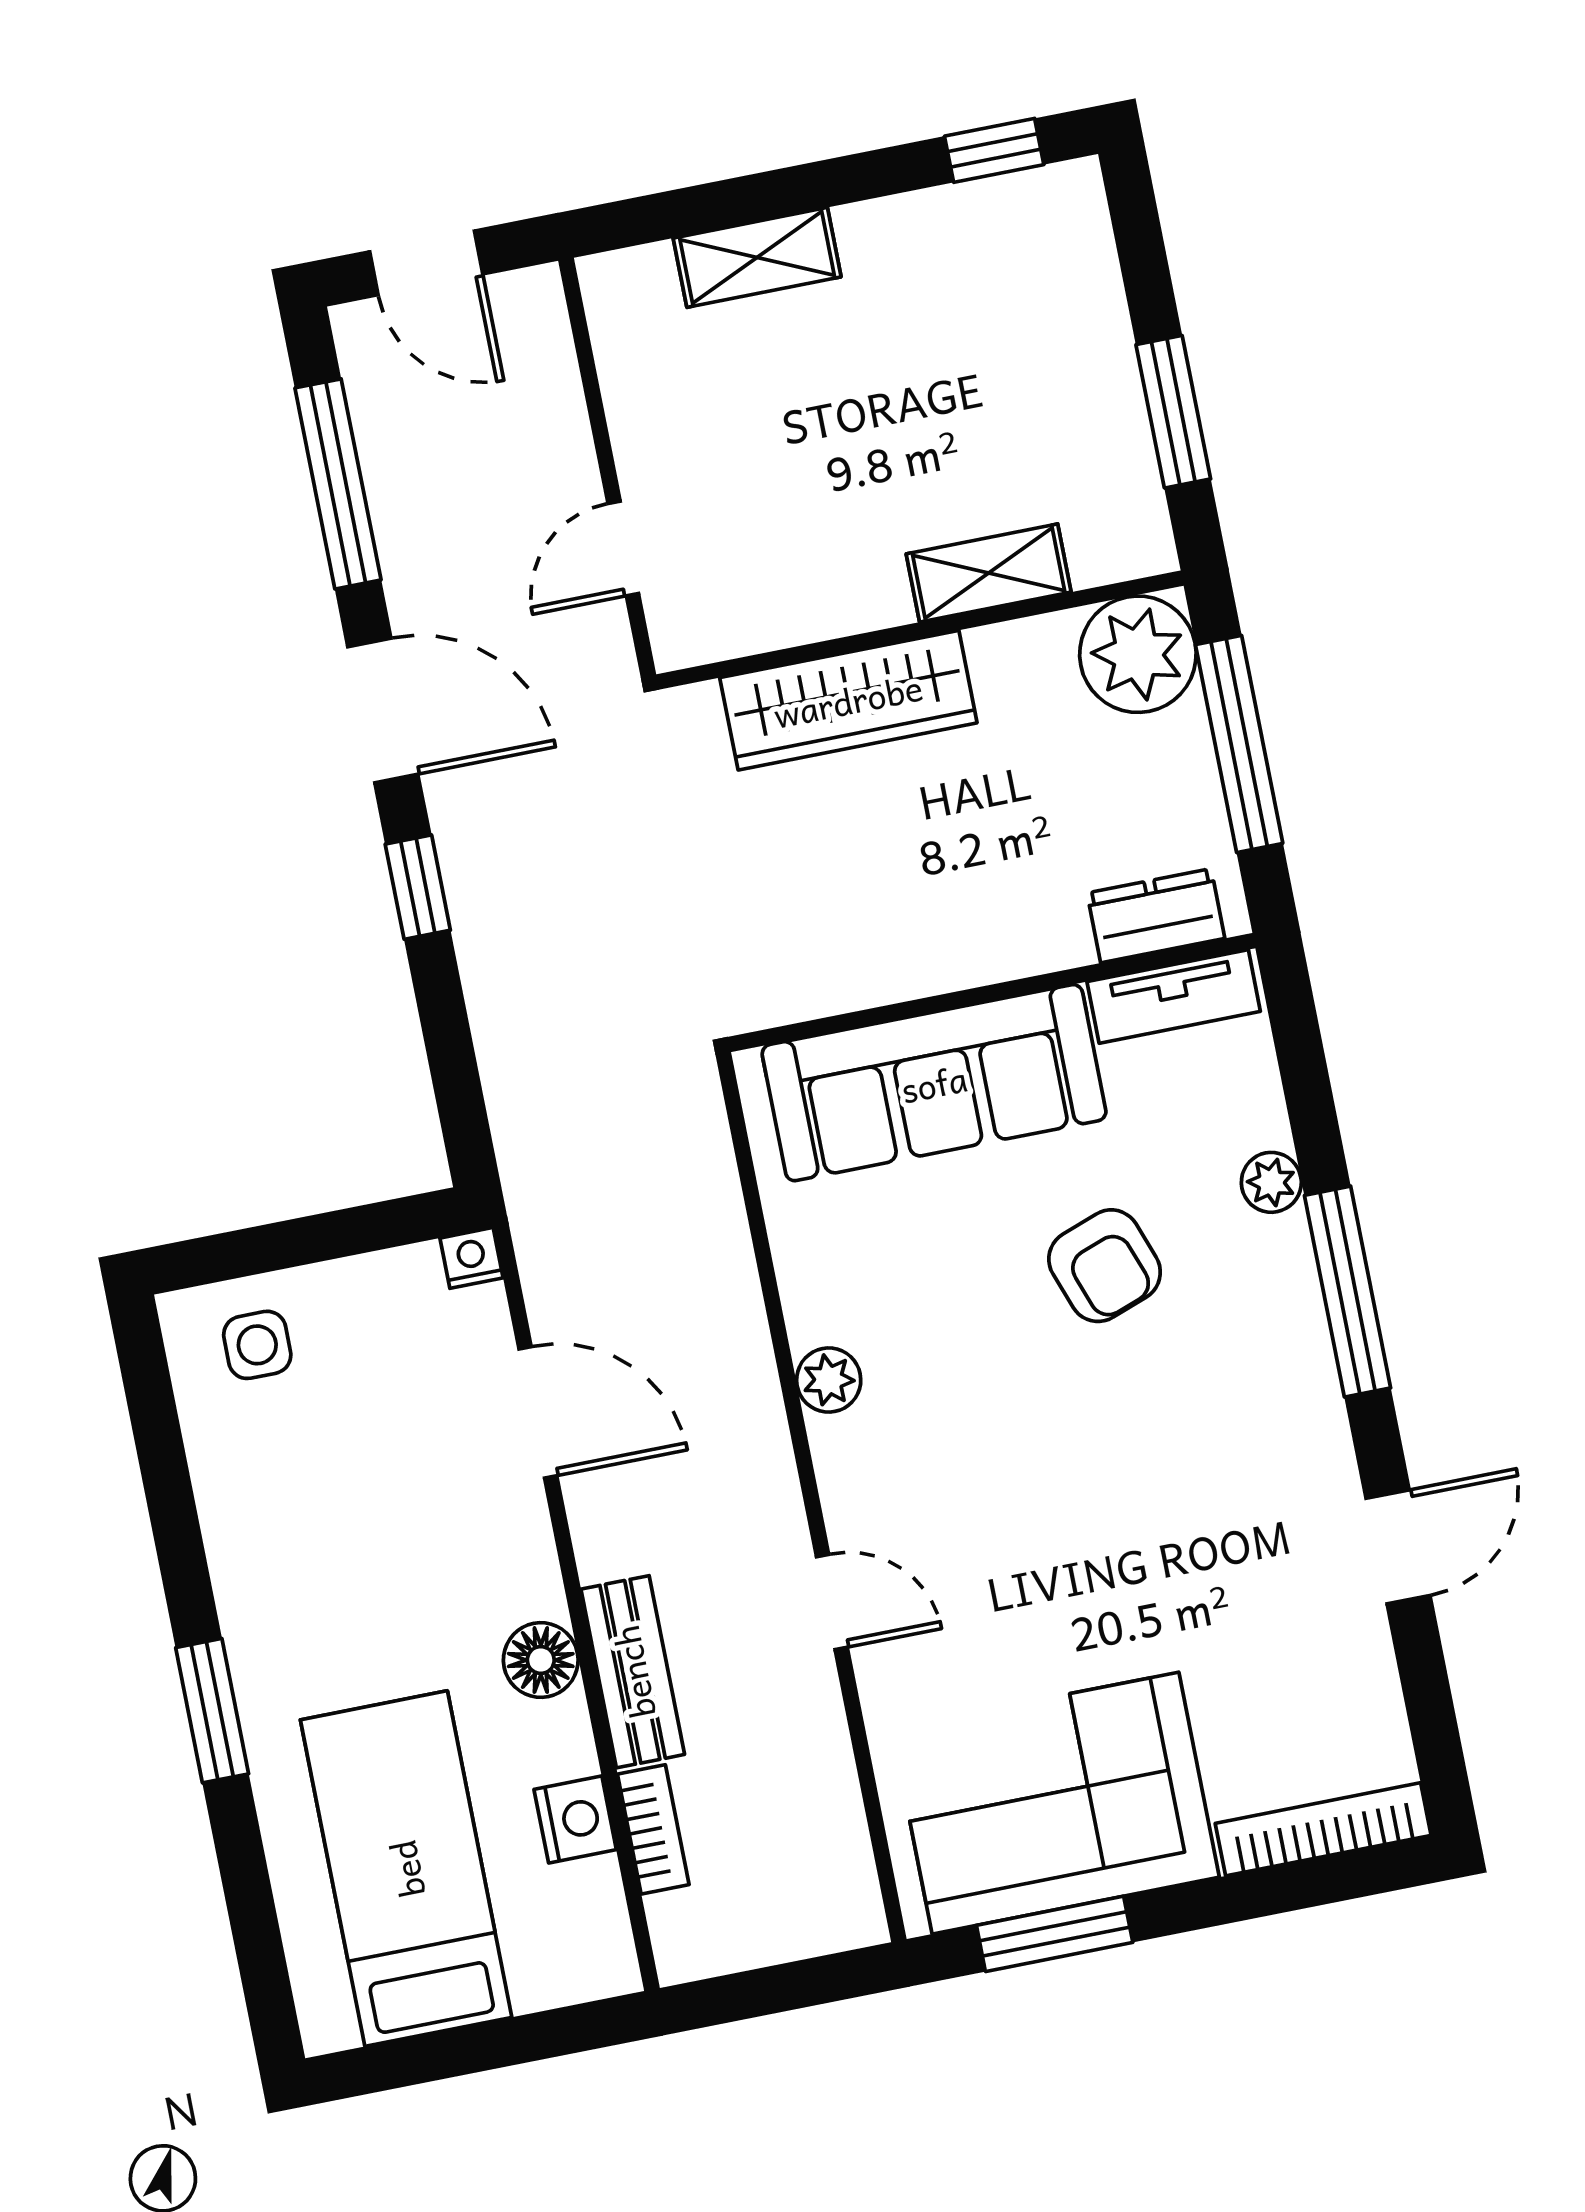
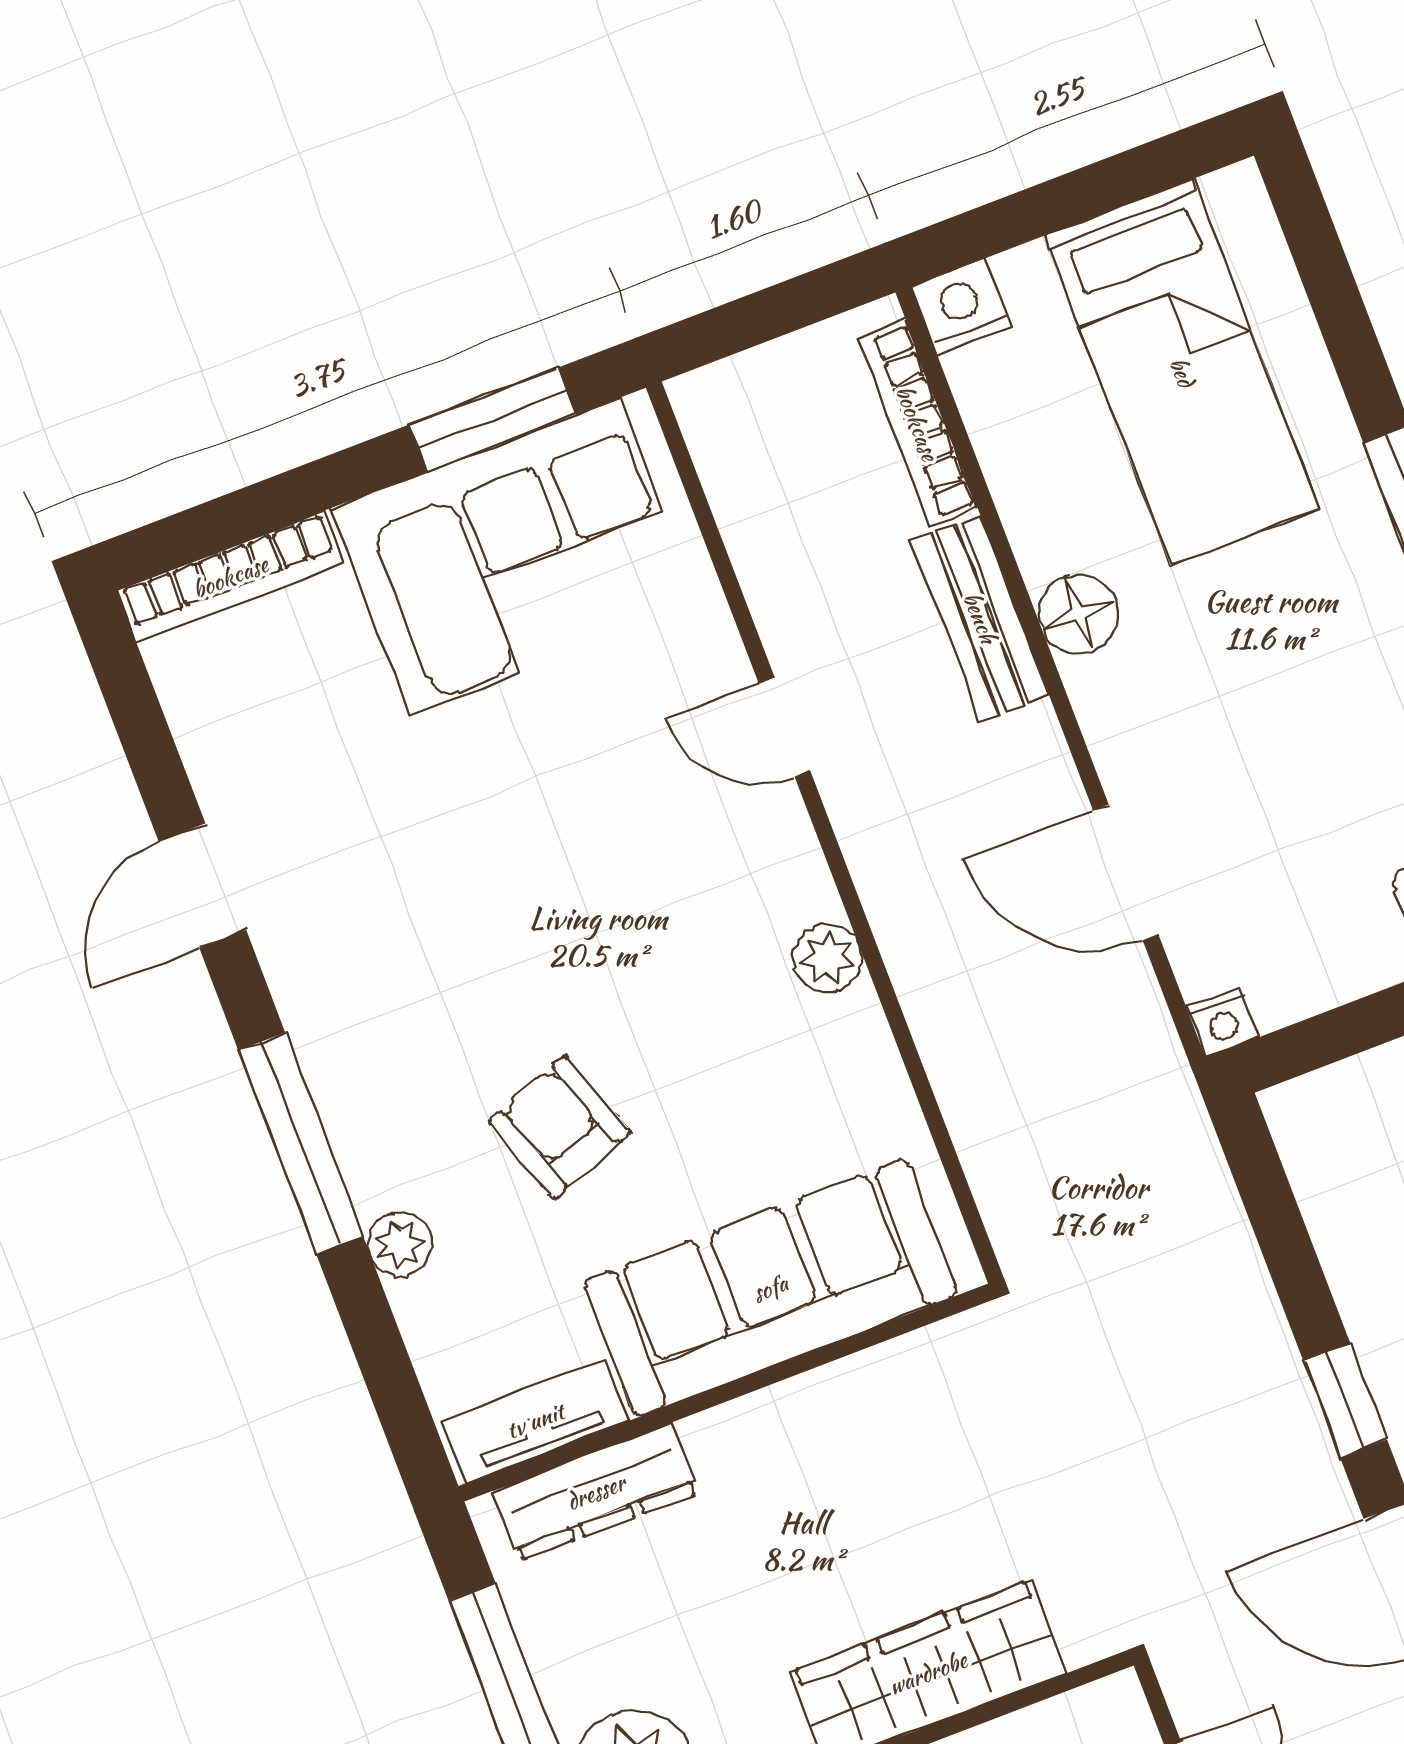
dresser: (1156, 916) -> (596, 1492), width x1.44
nightstand: (575, 1819) -> (961, 307), moved, turned 90
bookcase: (653, 1829) -> (917, 423), width x1.56

